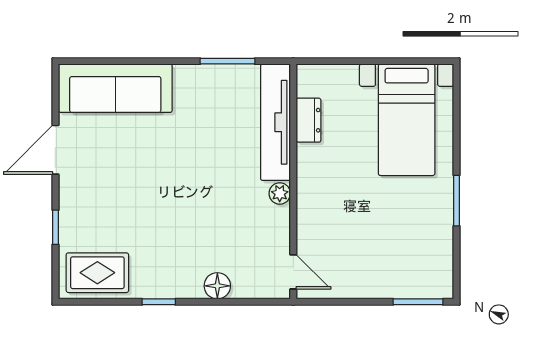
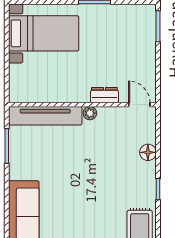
dresser: (309, 120) -> (104, 95), moved
door: (293, 272) -> (139, 105), hinge flipped

